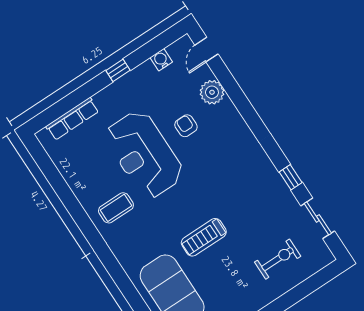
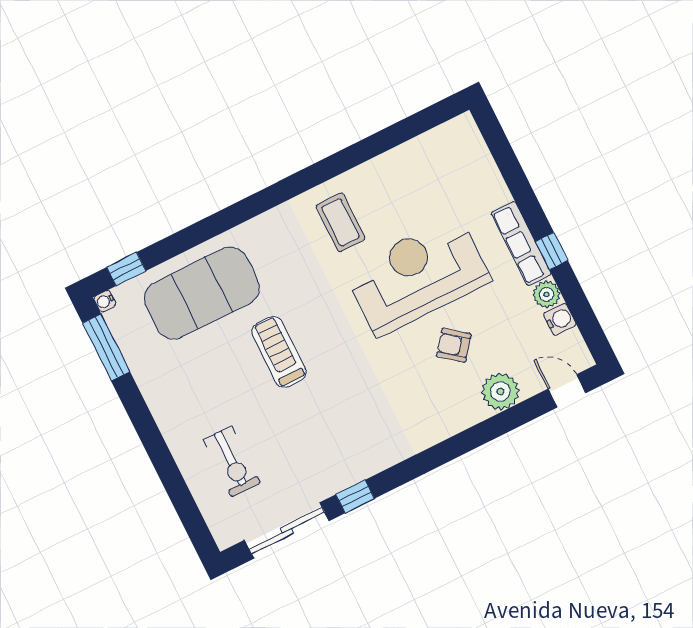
plant: (146, 70) -> (547, 294), added
row of seats: (72, 119) -> (521, 243), moved
armchair: (186, 126) -> (454, 345), turned -142
sliding door: (318, 218) -> (287, 531), width x1.37

